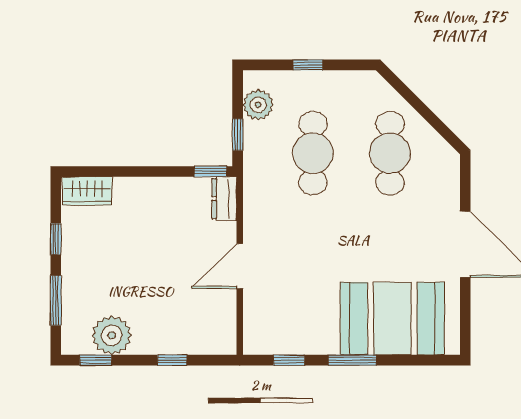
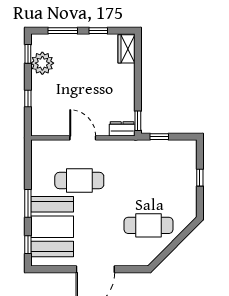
plant: (258, 105) -> (177, 149), removed
cafe table: (313, 153) -> (79, 180), moved
window: (289, 360) -> (28, 245), moved

